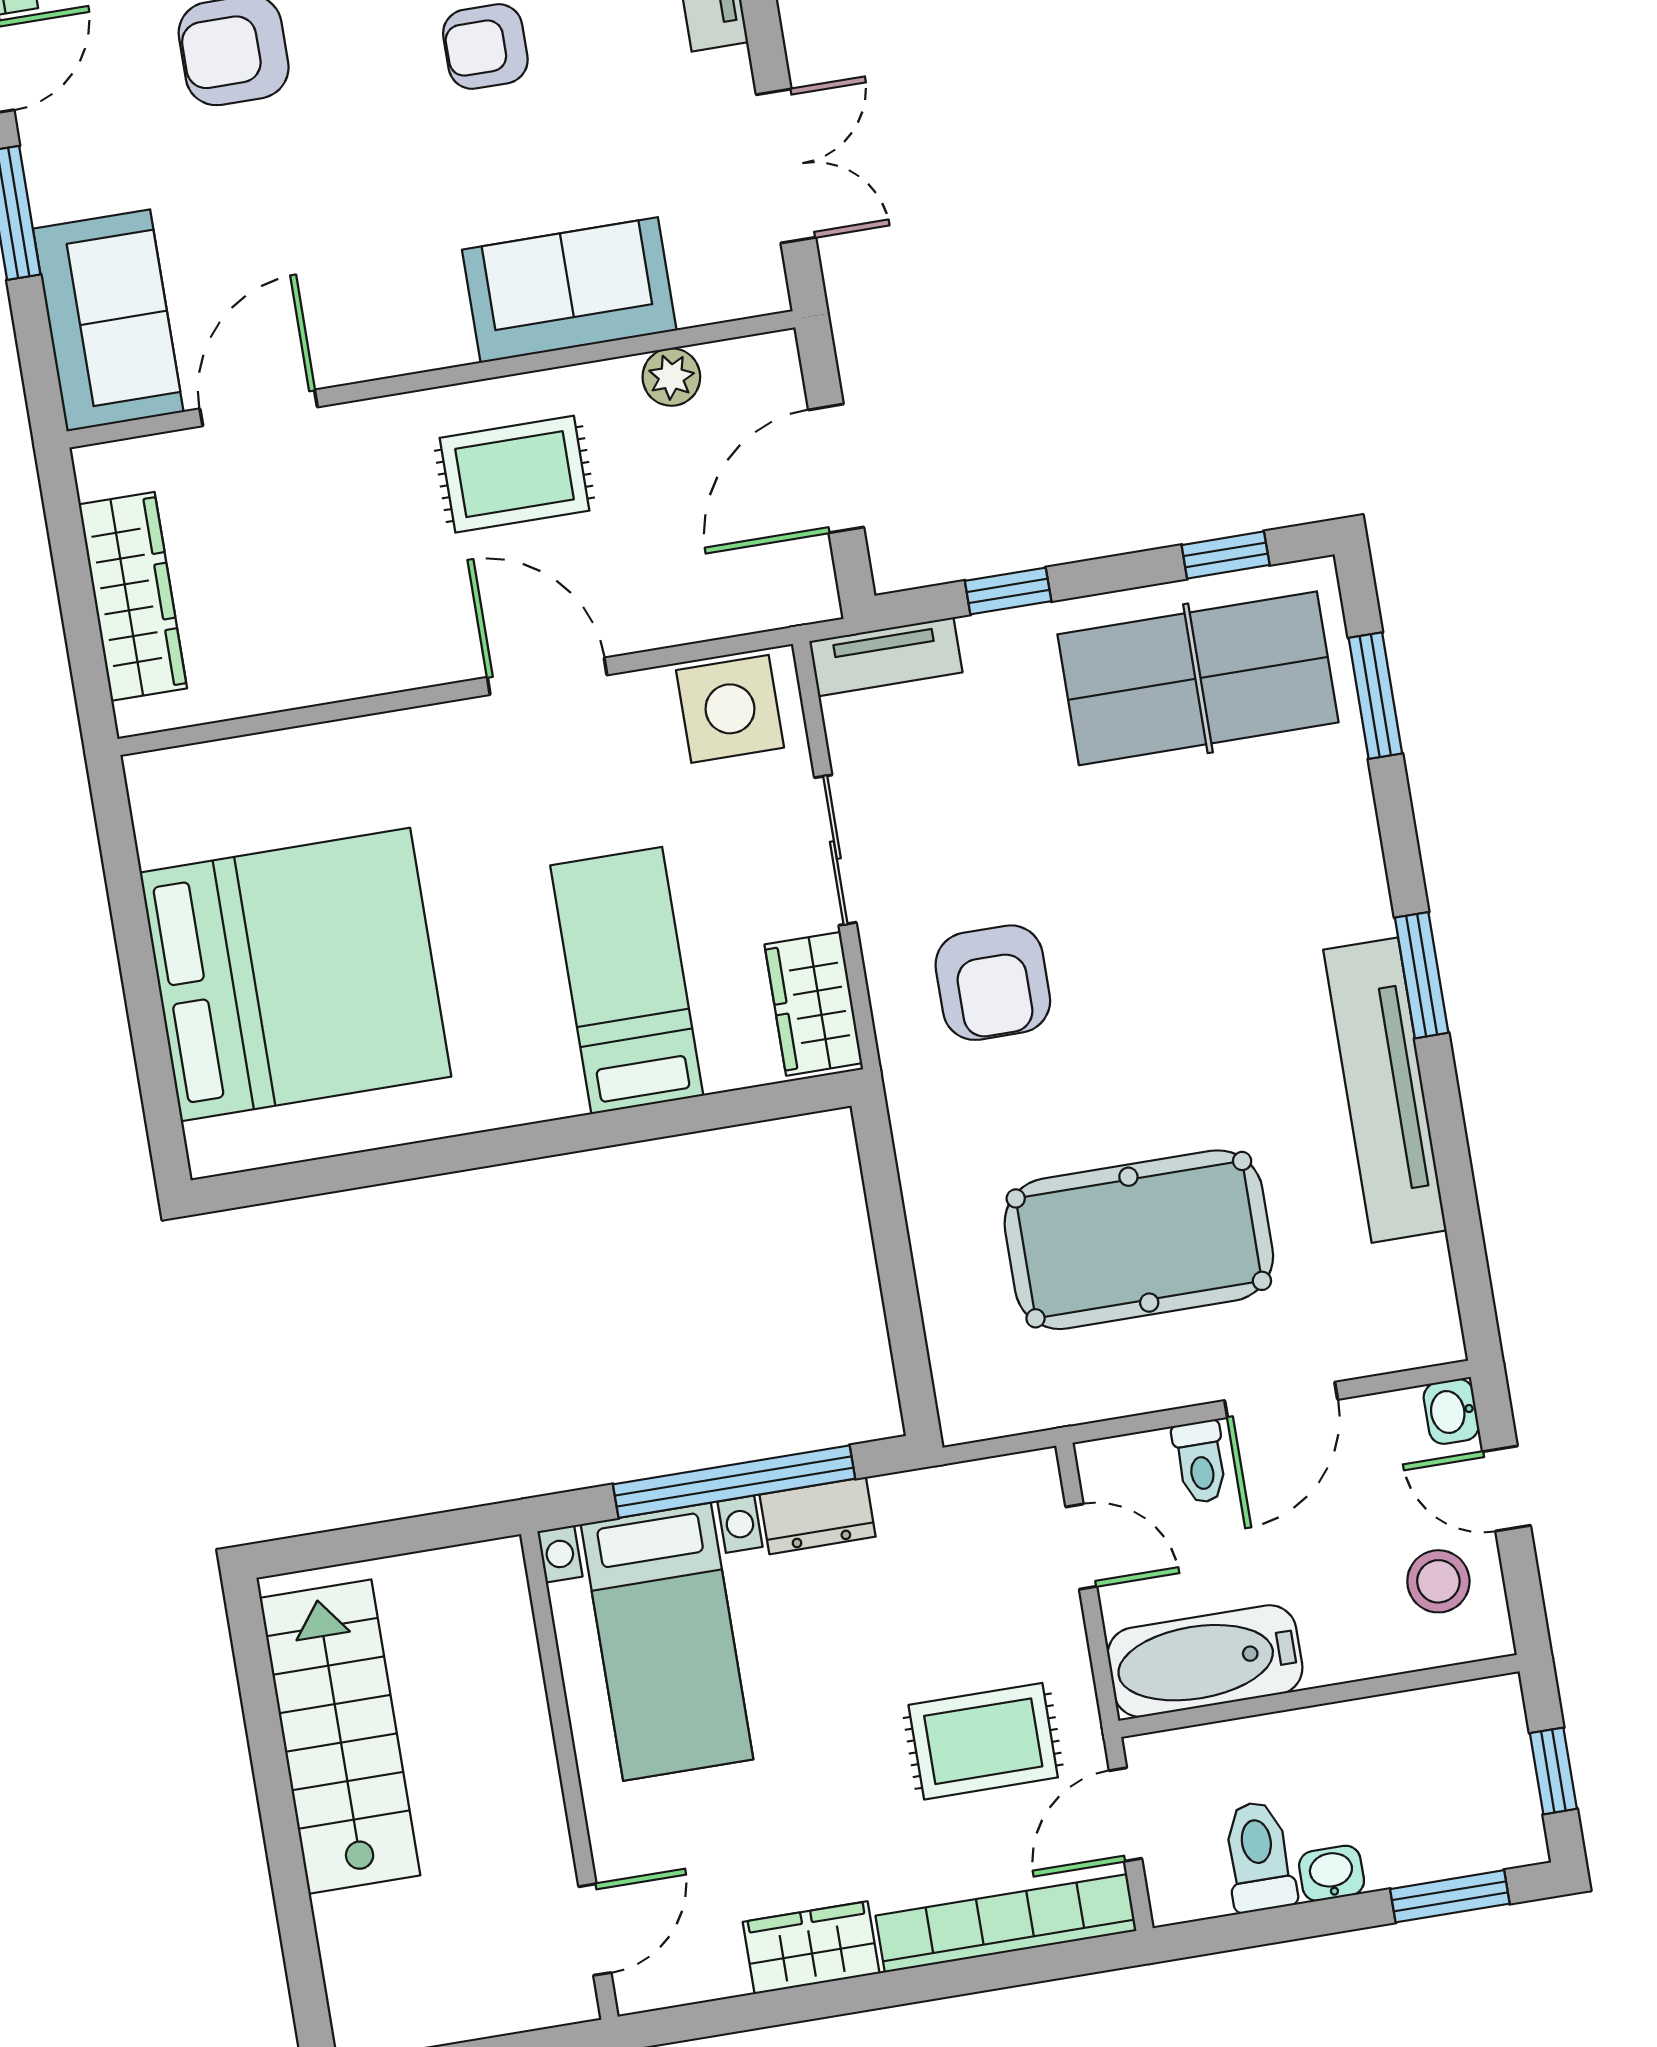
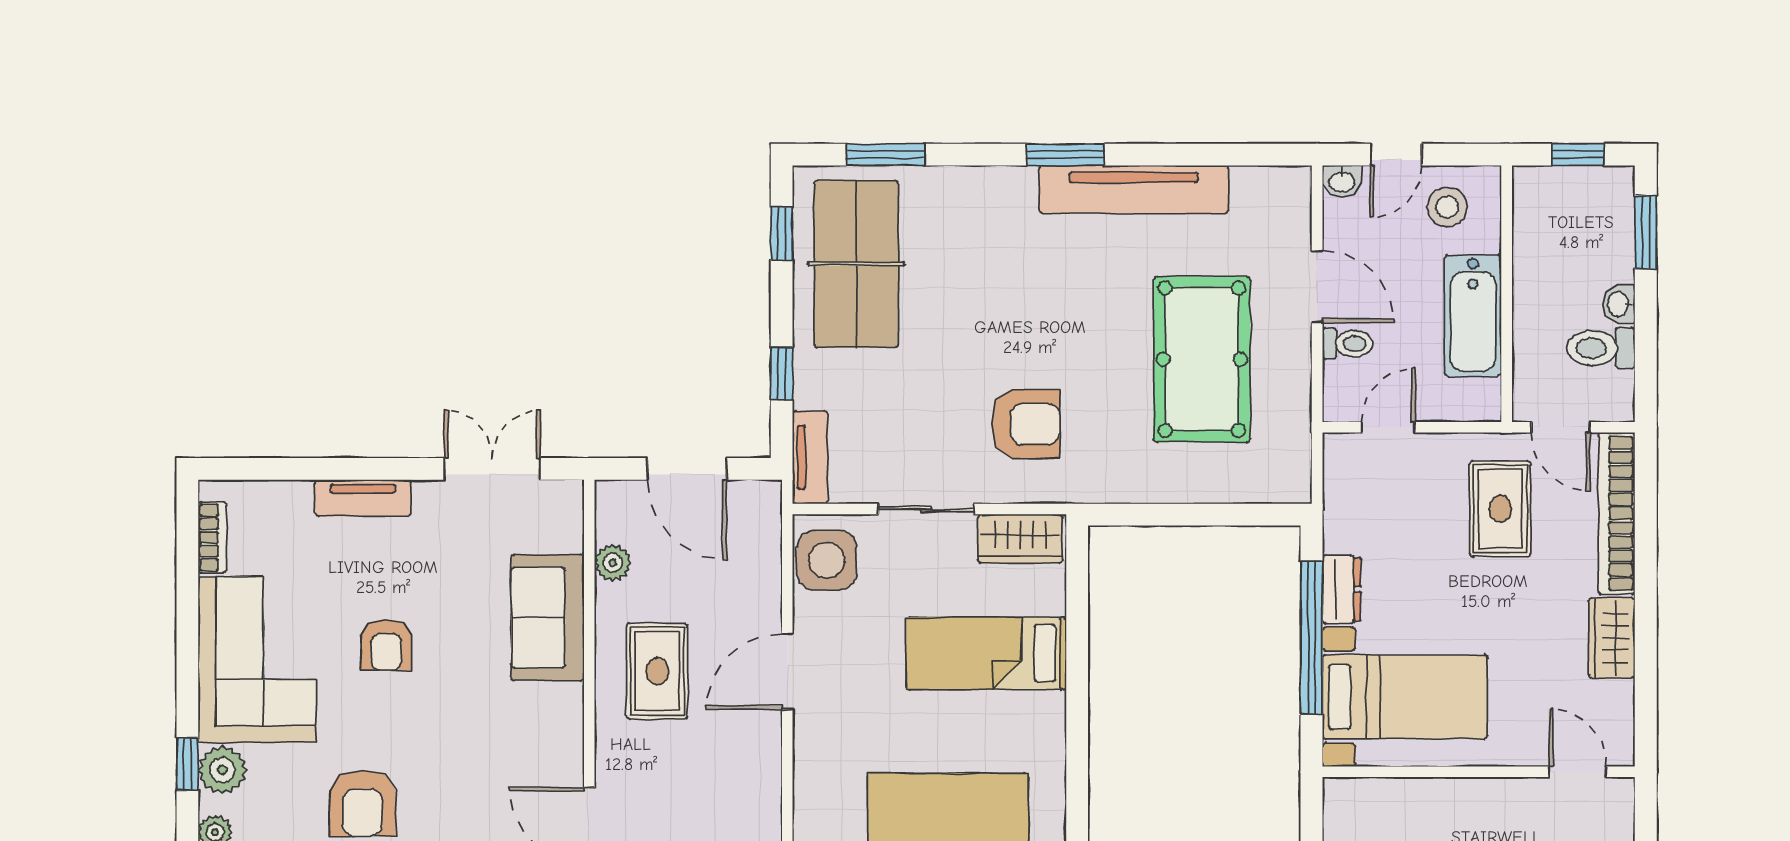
bathtub: (1205, 1661) -> (1473, 316), moved

